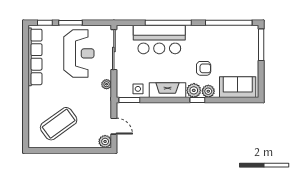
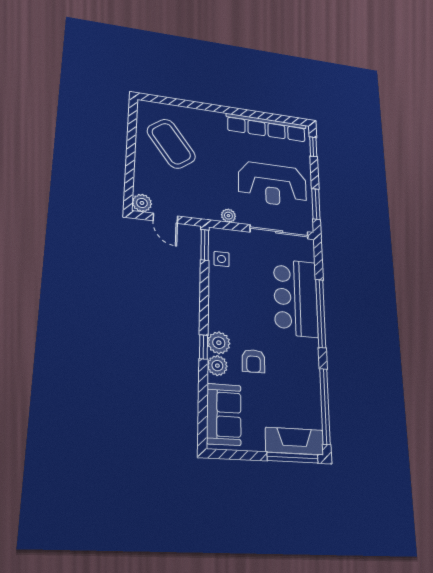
window: (70, 23) -> (316, 204), moved
fireplace: (167, 90) -> (294, 441), moved, turned -90
door: (114, 126) -> (165, 218), hinge flipped

